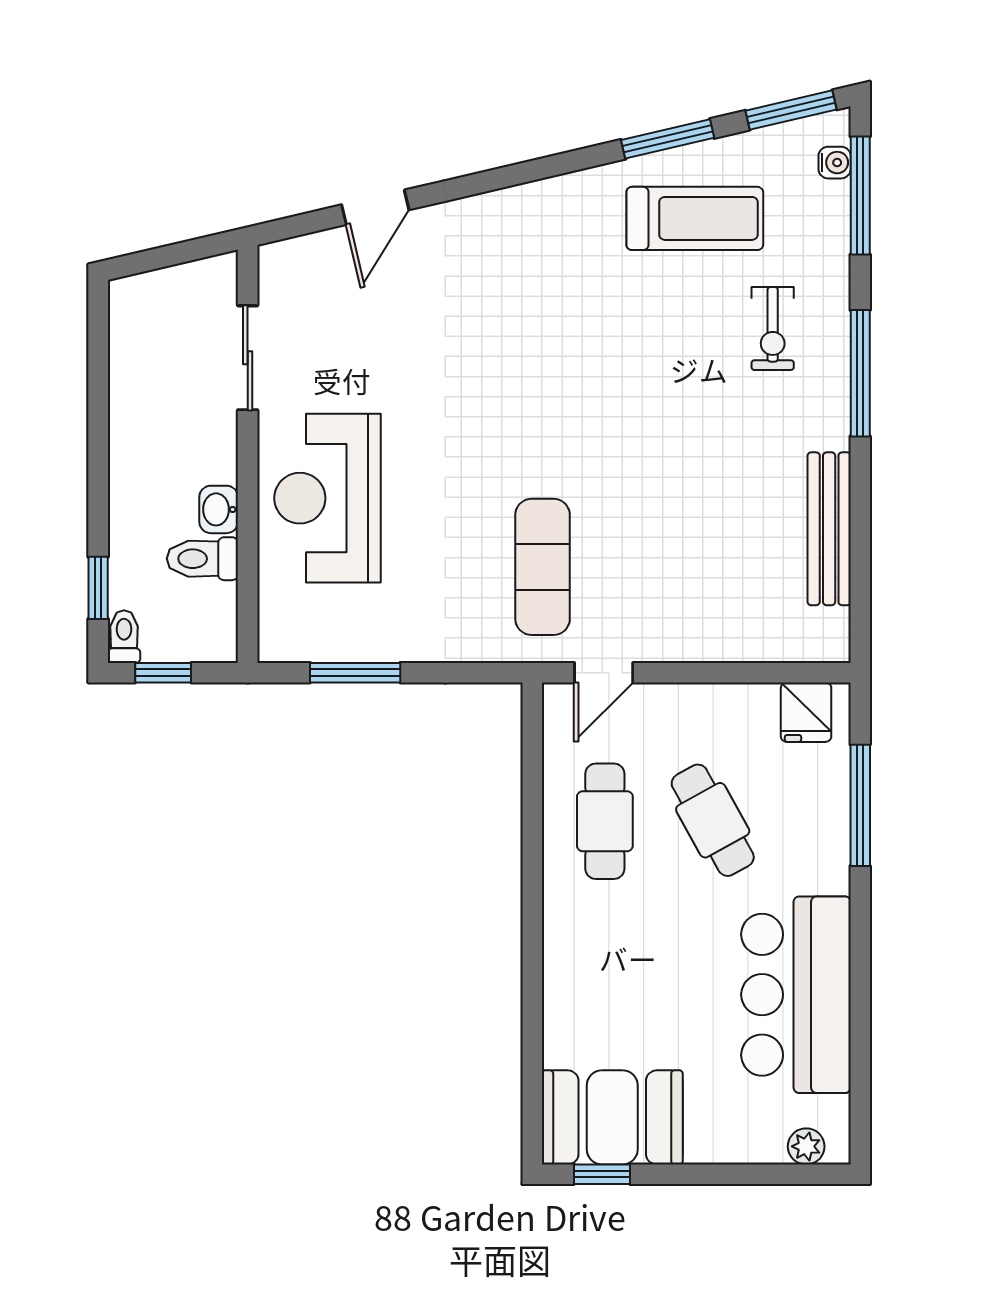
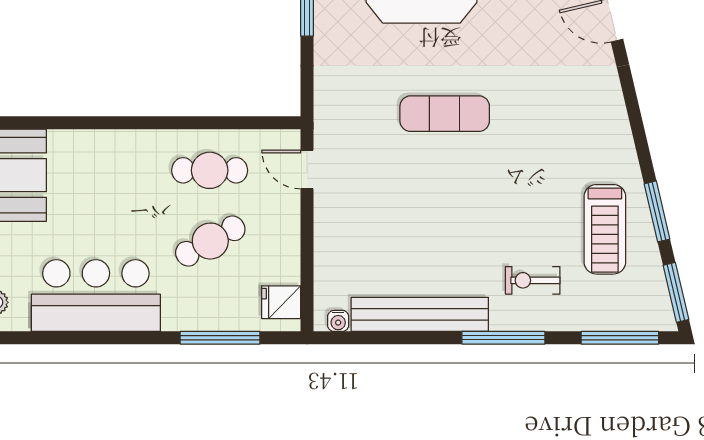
water cooler: (835, 163) -> (338, 321), moved
bench: (829, 529) -> (420, 314), width x1.37, depth x1.21
exercise mat: (543, 567) -> (445, 114), moved

